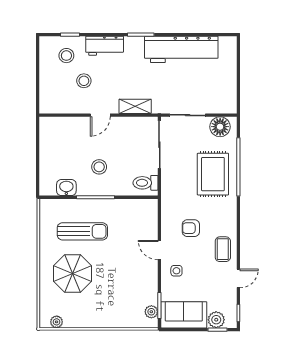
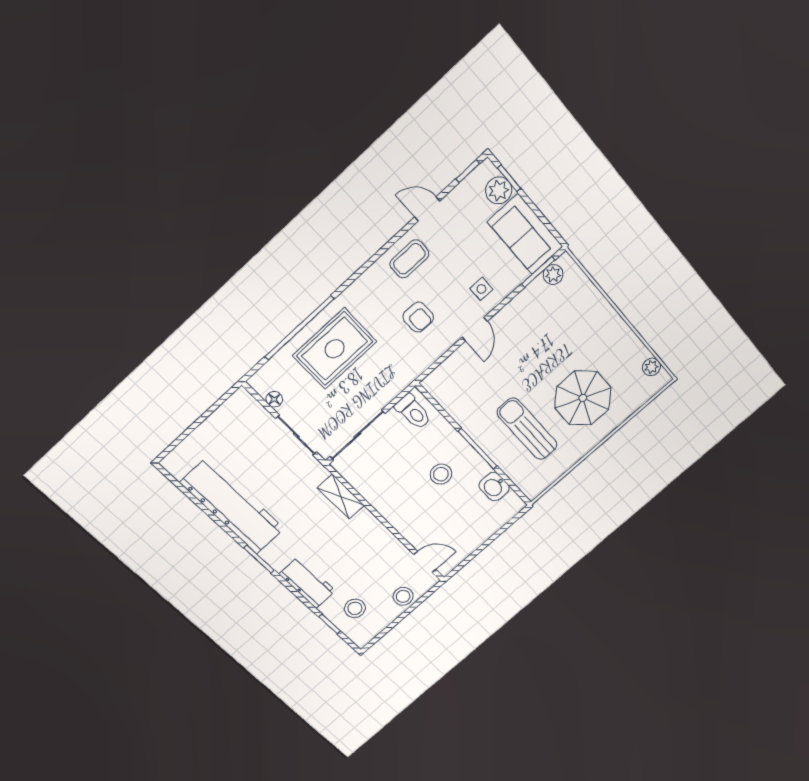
stool: (84, 81) -> (403, 596), moved
door: (100, 115) -> (425, 562), moved
floor lamp: (220, 127) -> (274, 399), width x0.53, depth x0.53

